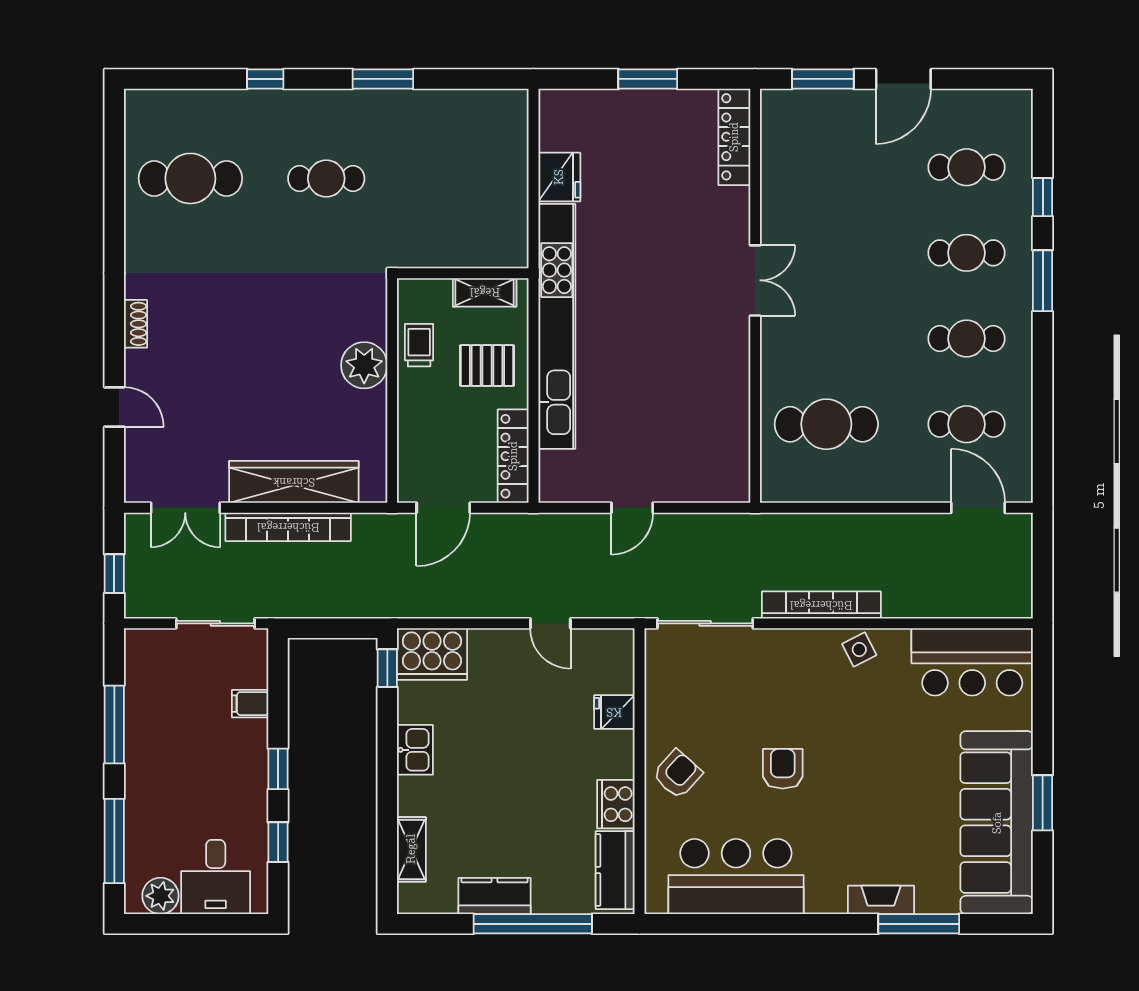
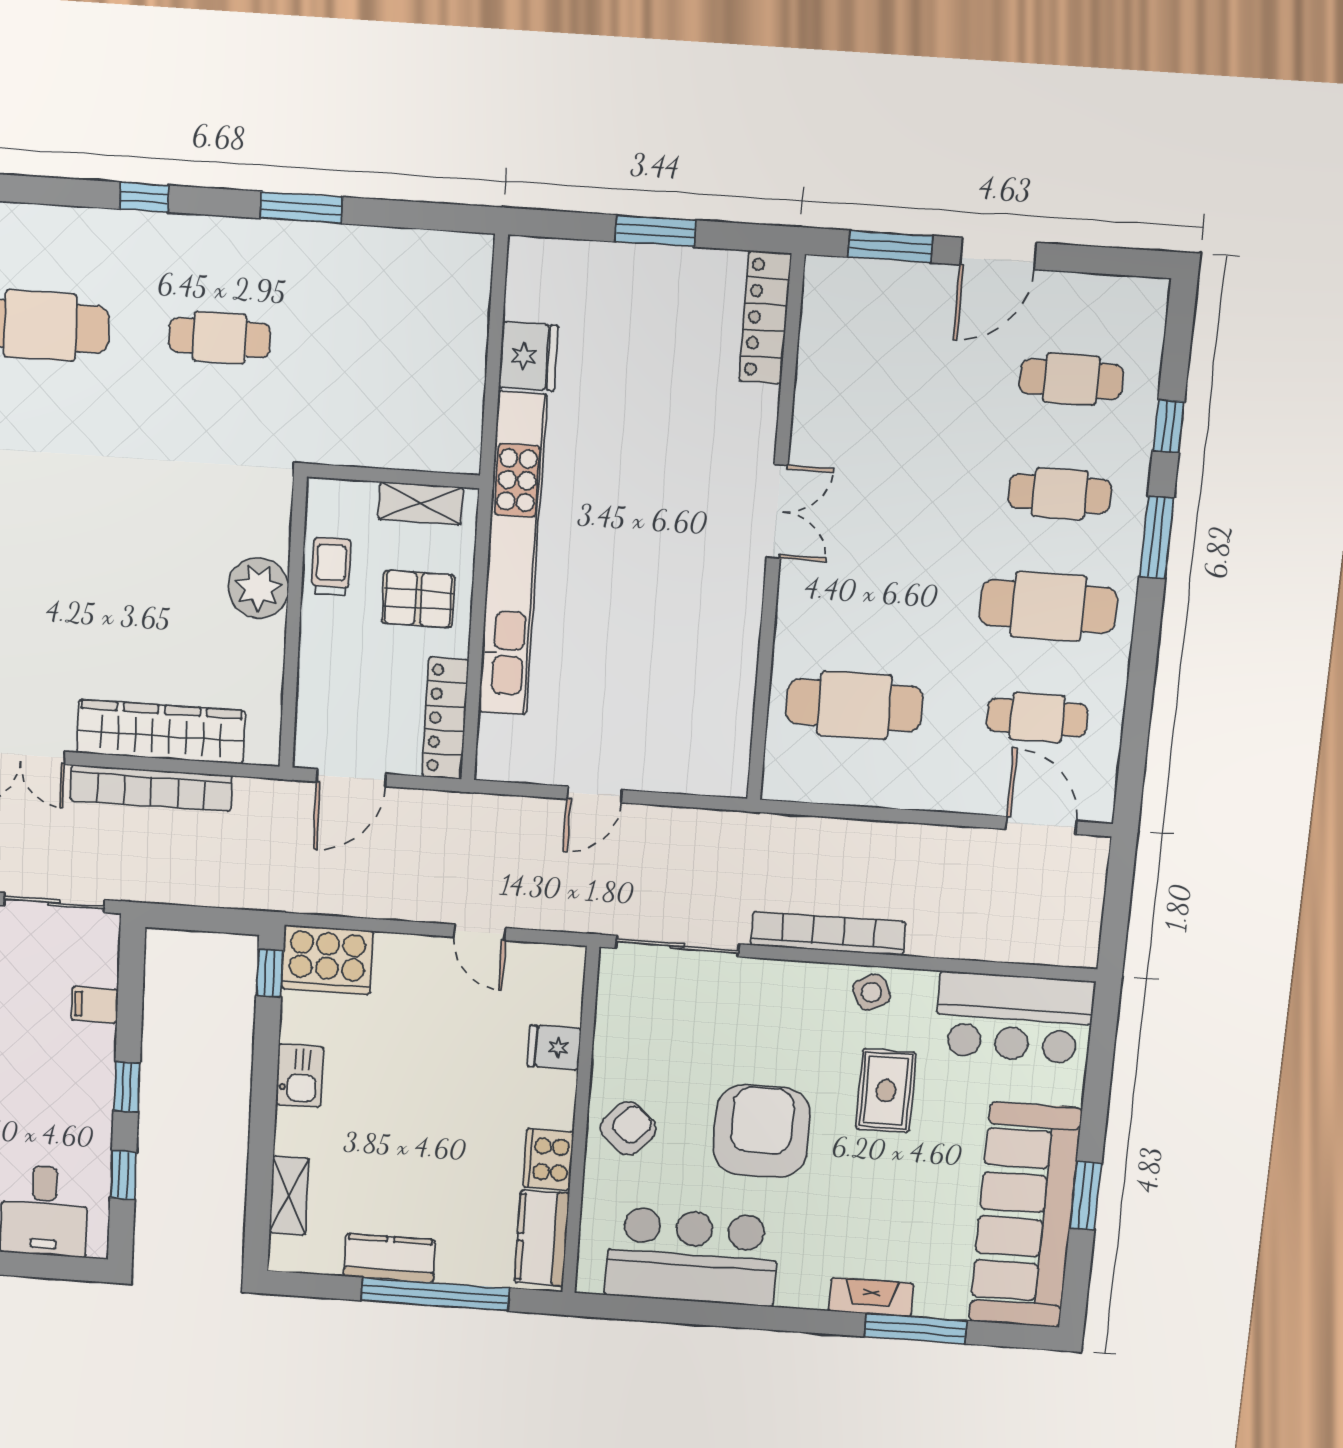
cafe table: (967, 339) -> (1048, 607), width x1.37, depth x1.35
rug: (878, 728) -> (886, 1091), added
armchair: (783, 769) -> (762, 1131), width x1.88, depth x1.88

